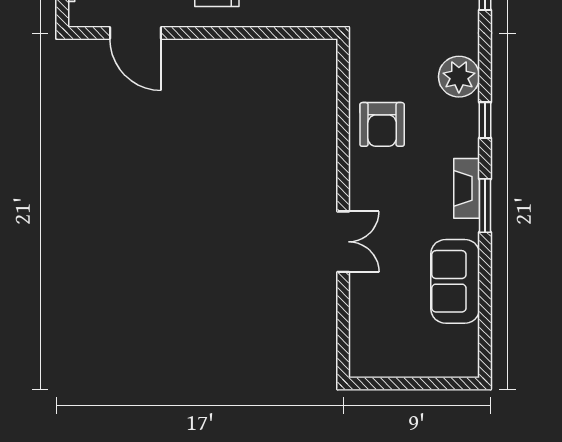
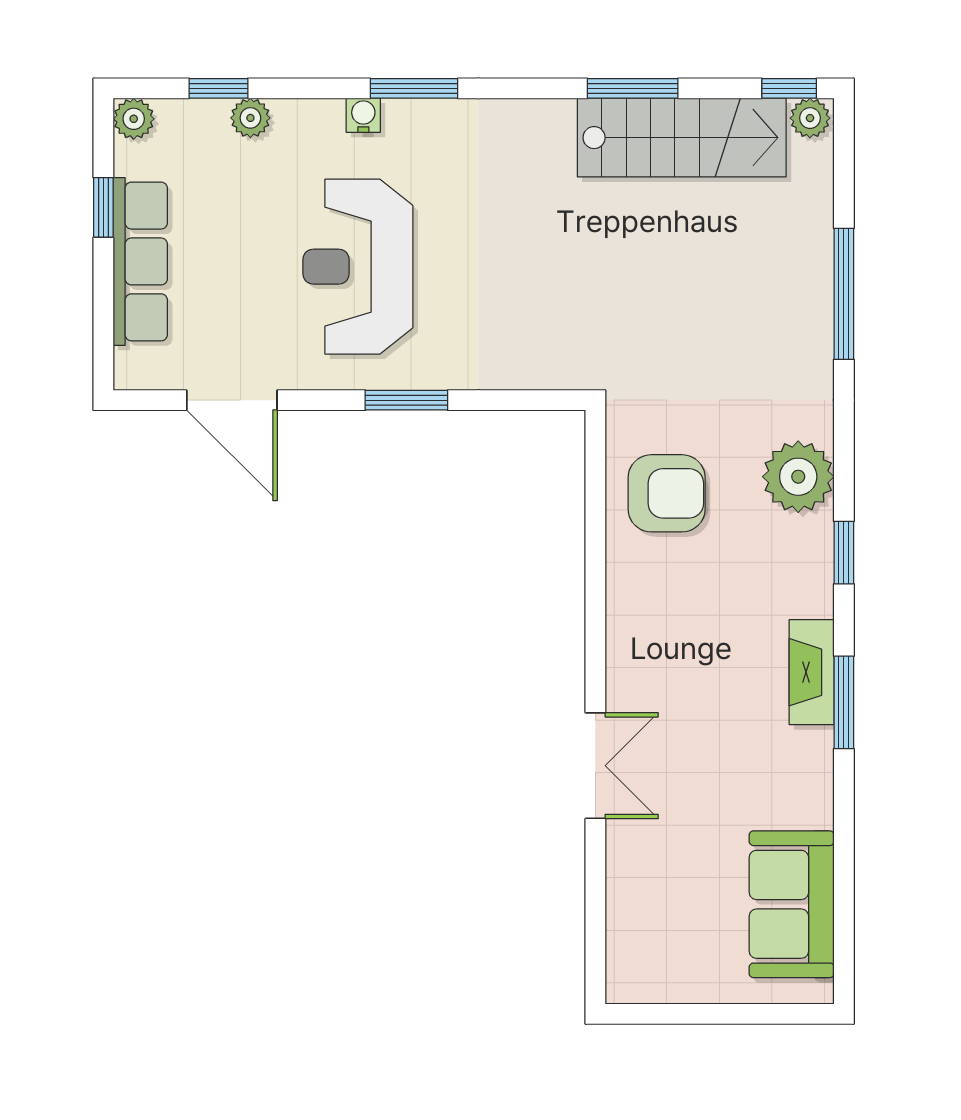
window: (235, 33) -> (406, 400), added
armchair: (382, 124) -> (667, 493), moved, turned -90
sofa: (455, 281) -> (792, 904), moved

